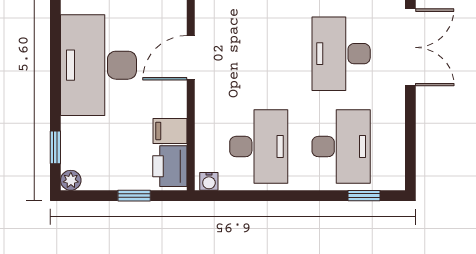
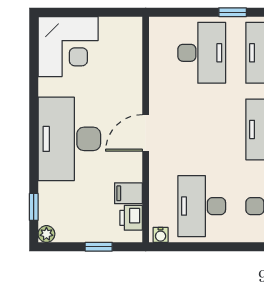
desk: (259, 147) -> (202, 206), turned 180
printer: (170, 166) -> (131, 218), width x0.73, depth x0.81

